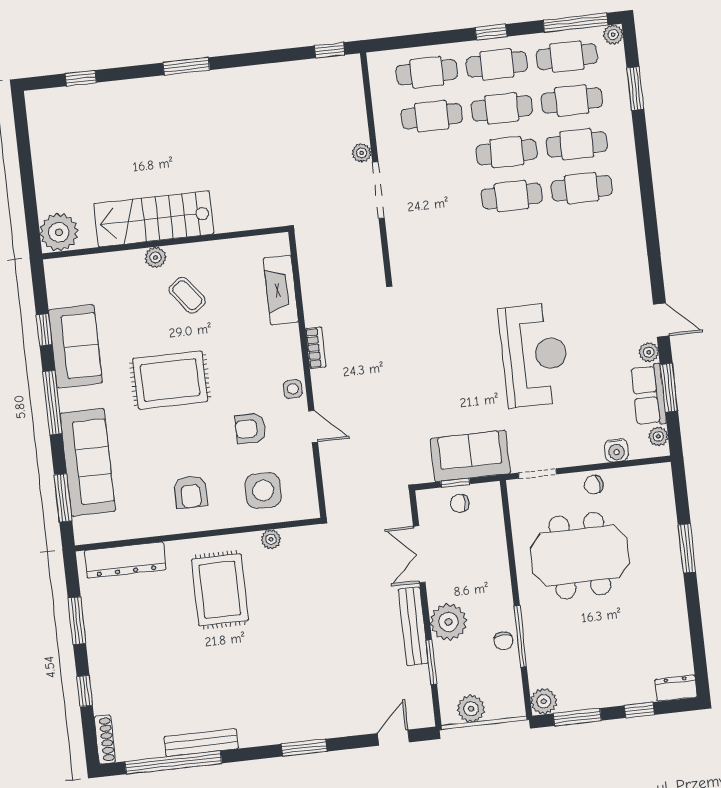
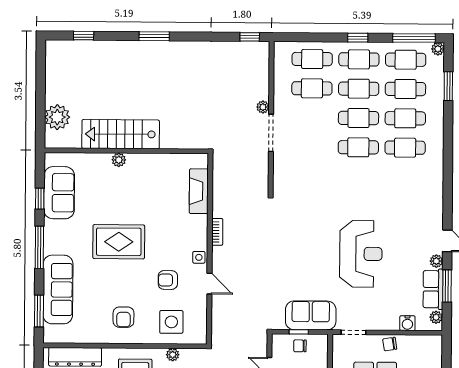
plant: (59, 232) -> (57, 117), moved
coffee table: (187, 295) -> (137, 187), removed
sofa: (75, 346) -> (59, 193), moved

